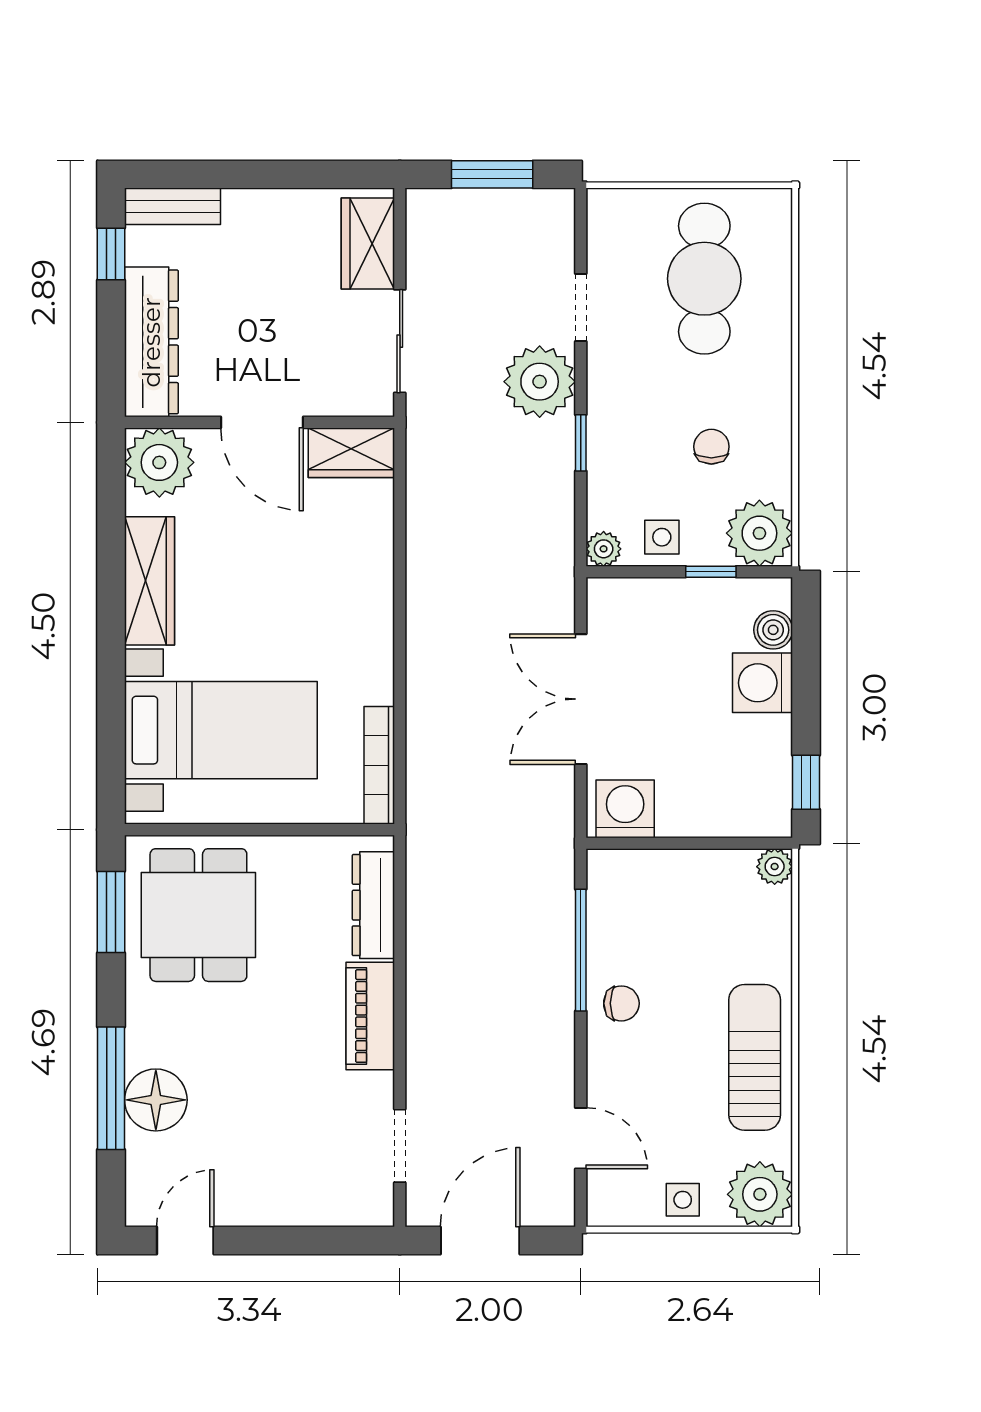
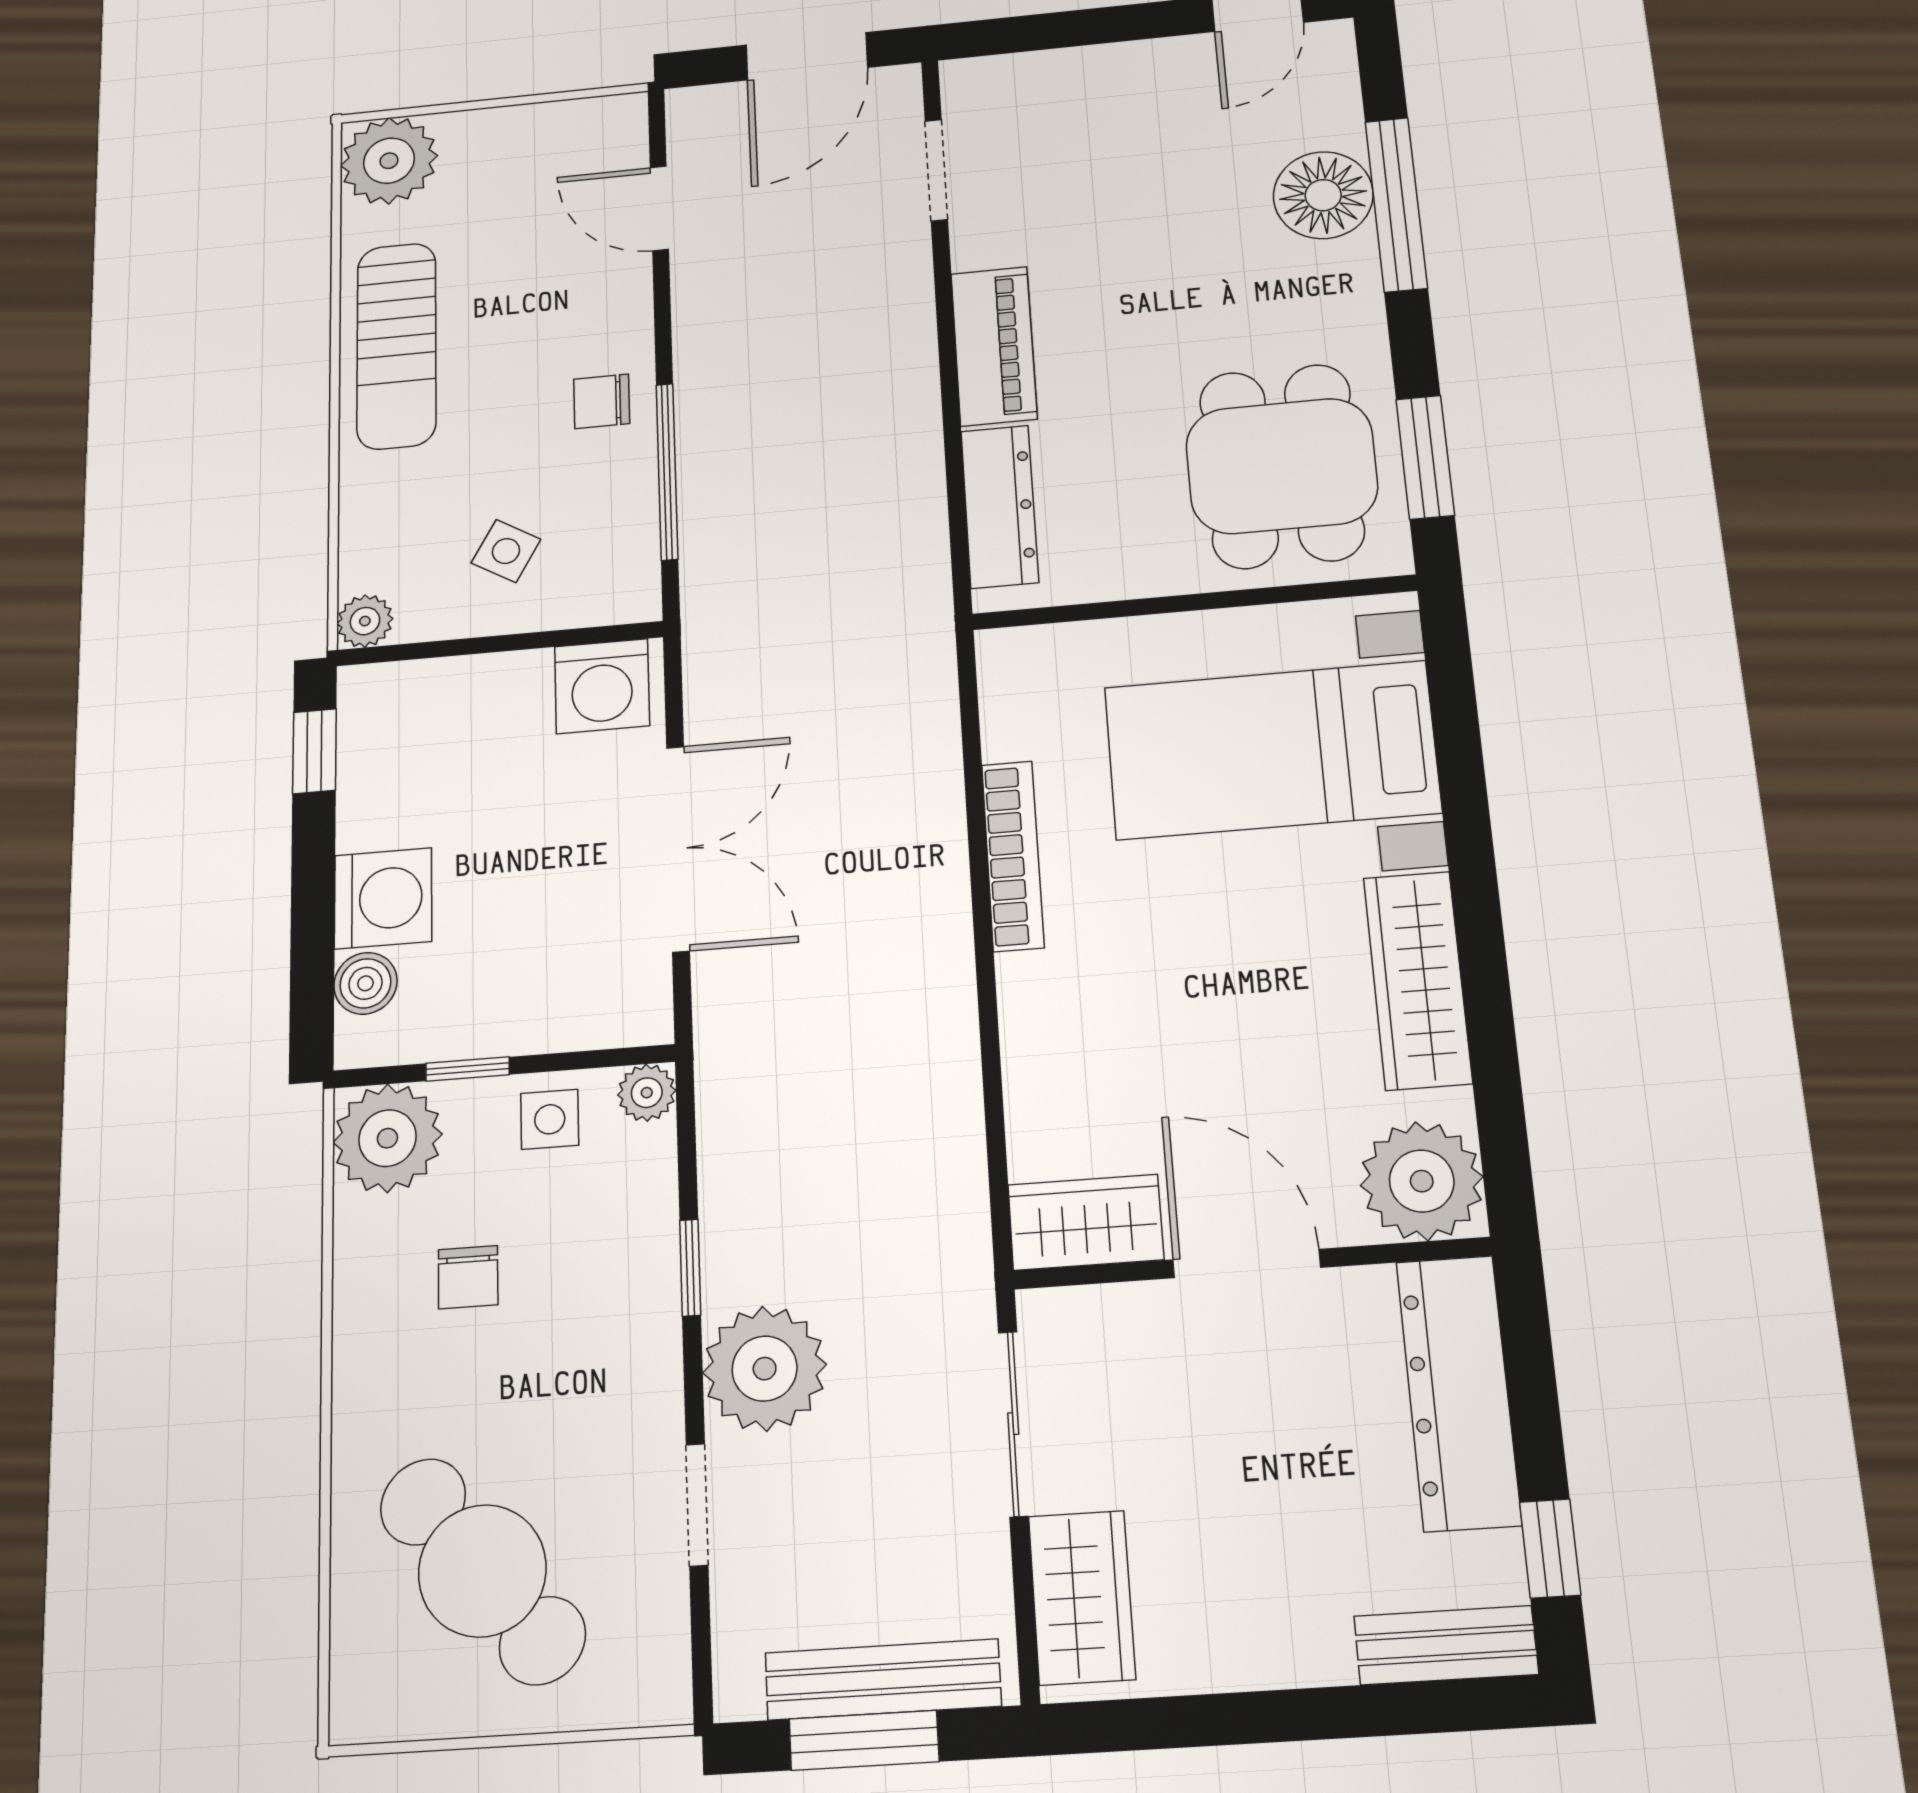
bench: (480, 206) -> (883, 1679), added
cafe table: (704, 279) -> (482, 1571), turned -40
bookcase: (379, 765) -> (1013, 856), moved
side table: (683, 1200) -> (506, 551), moved, turned 30

